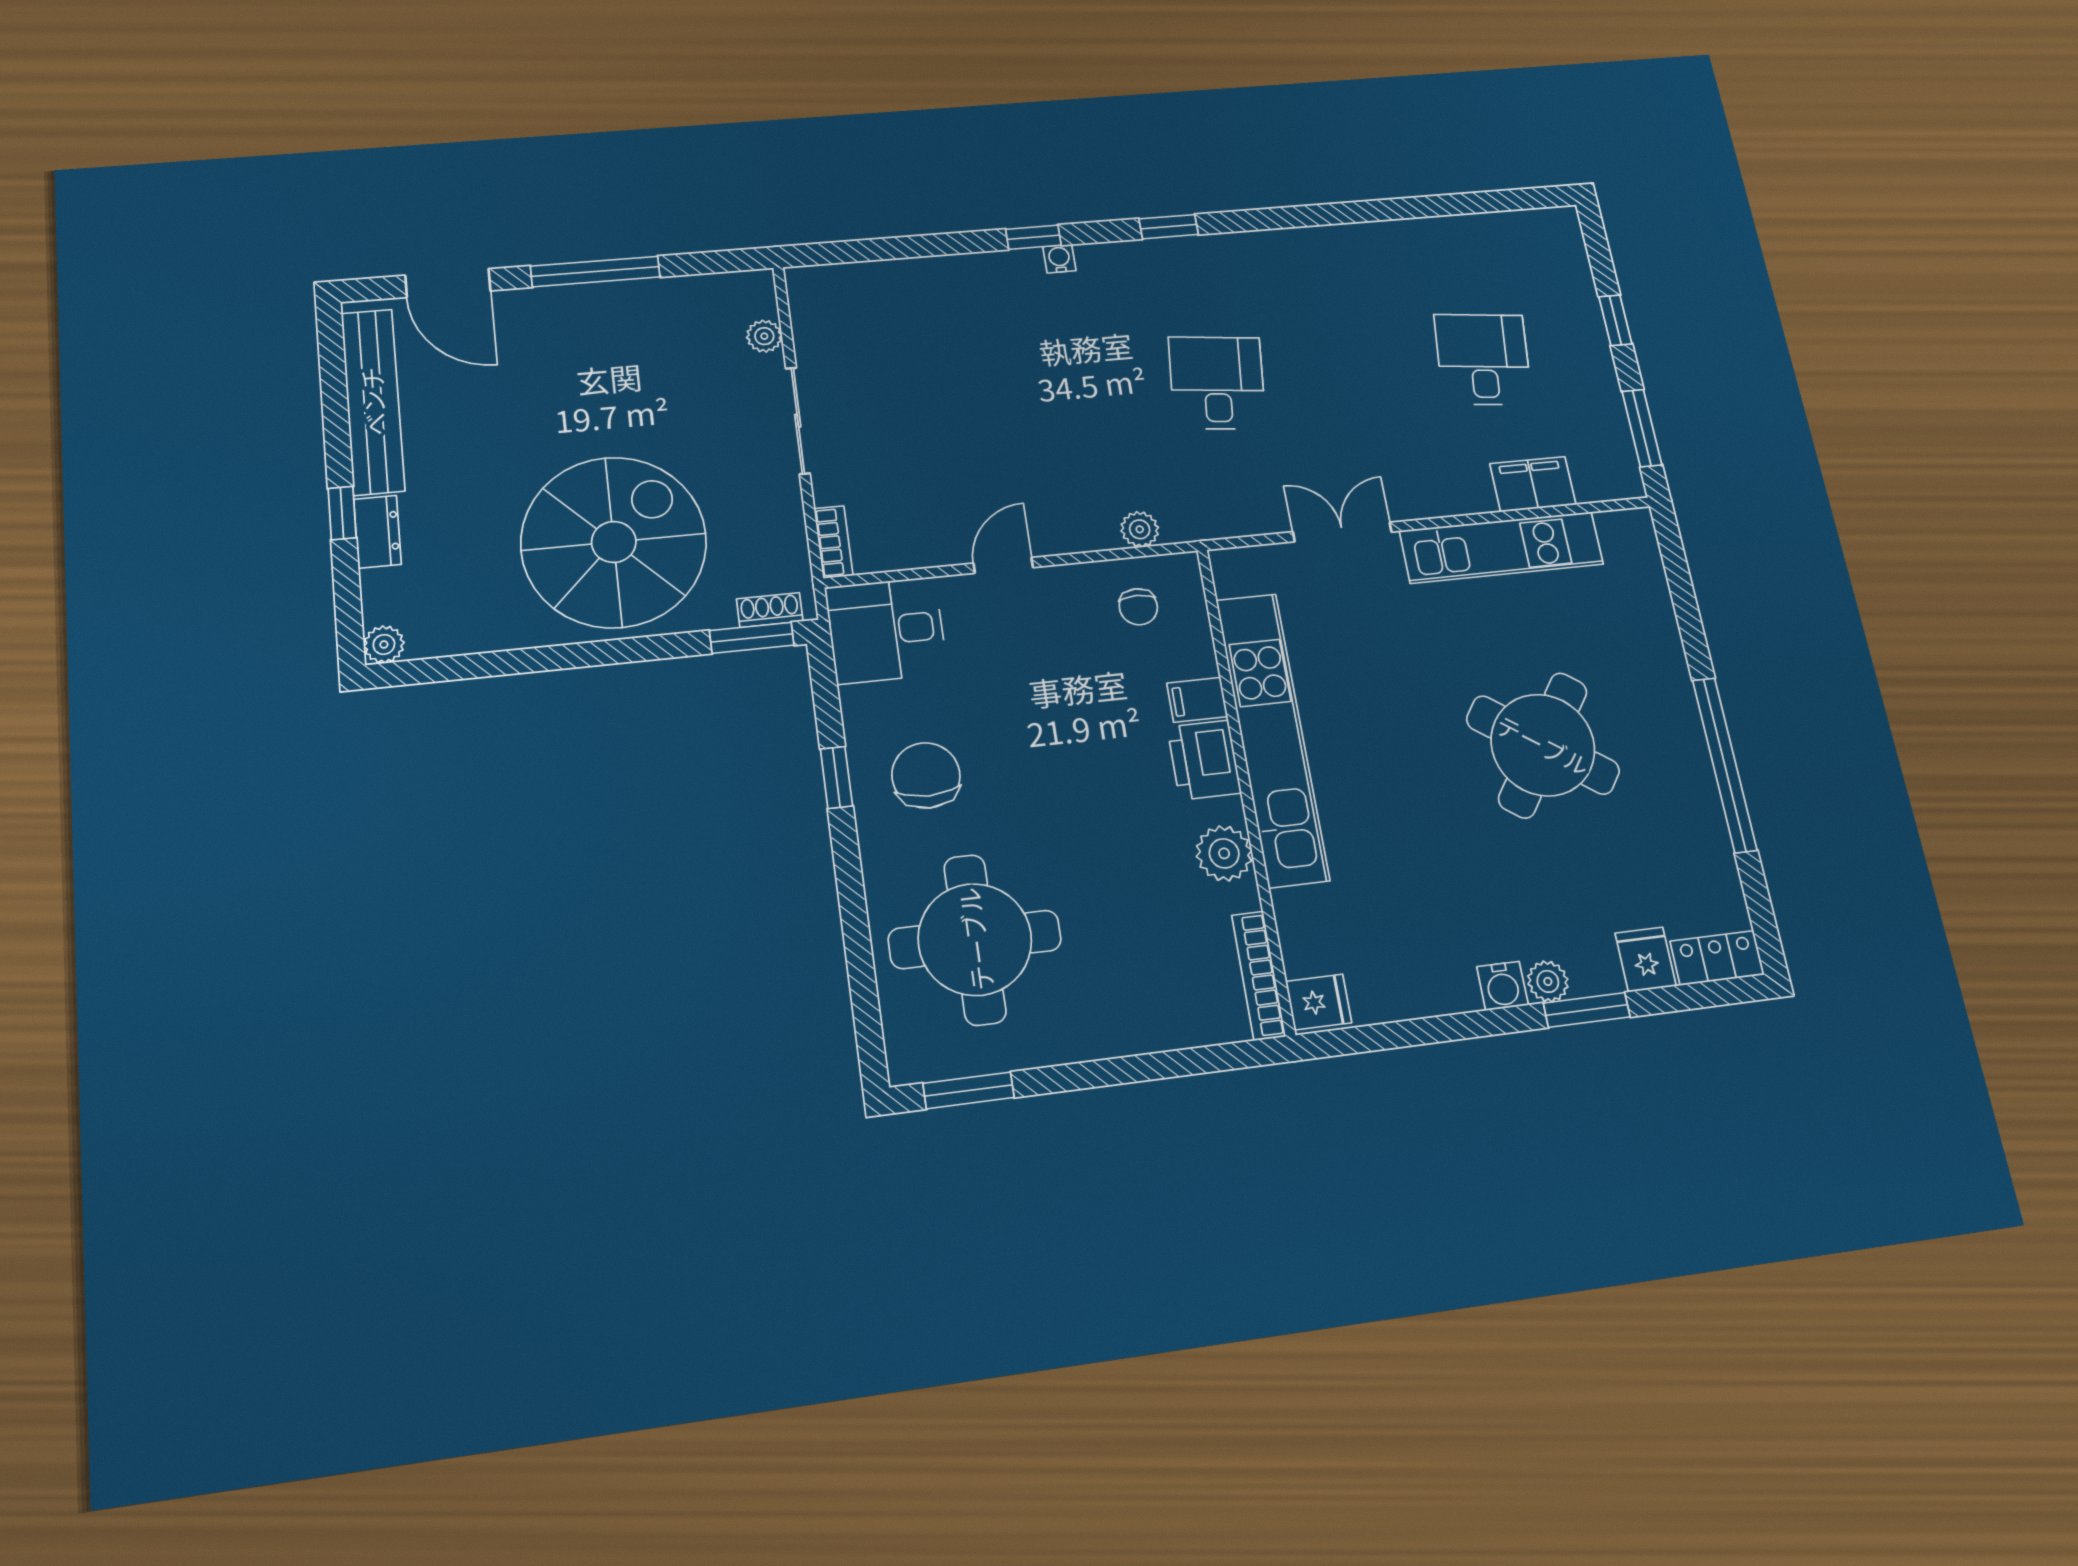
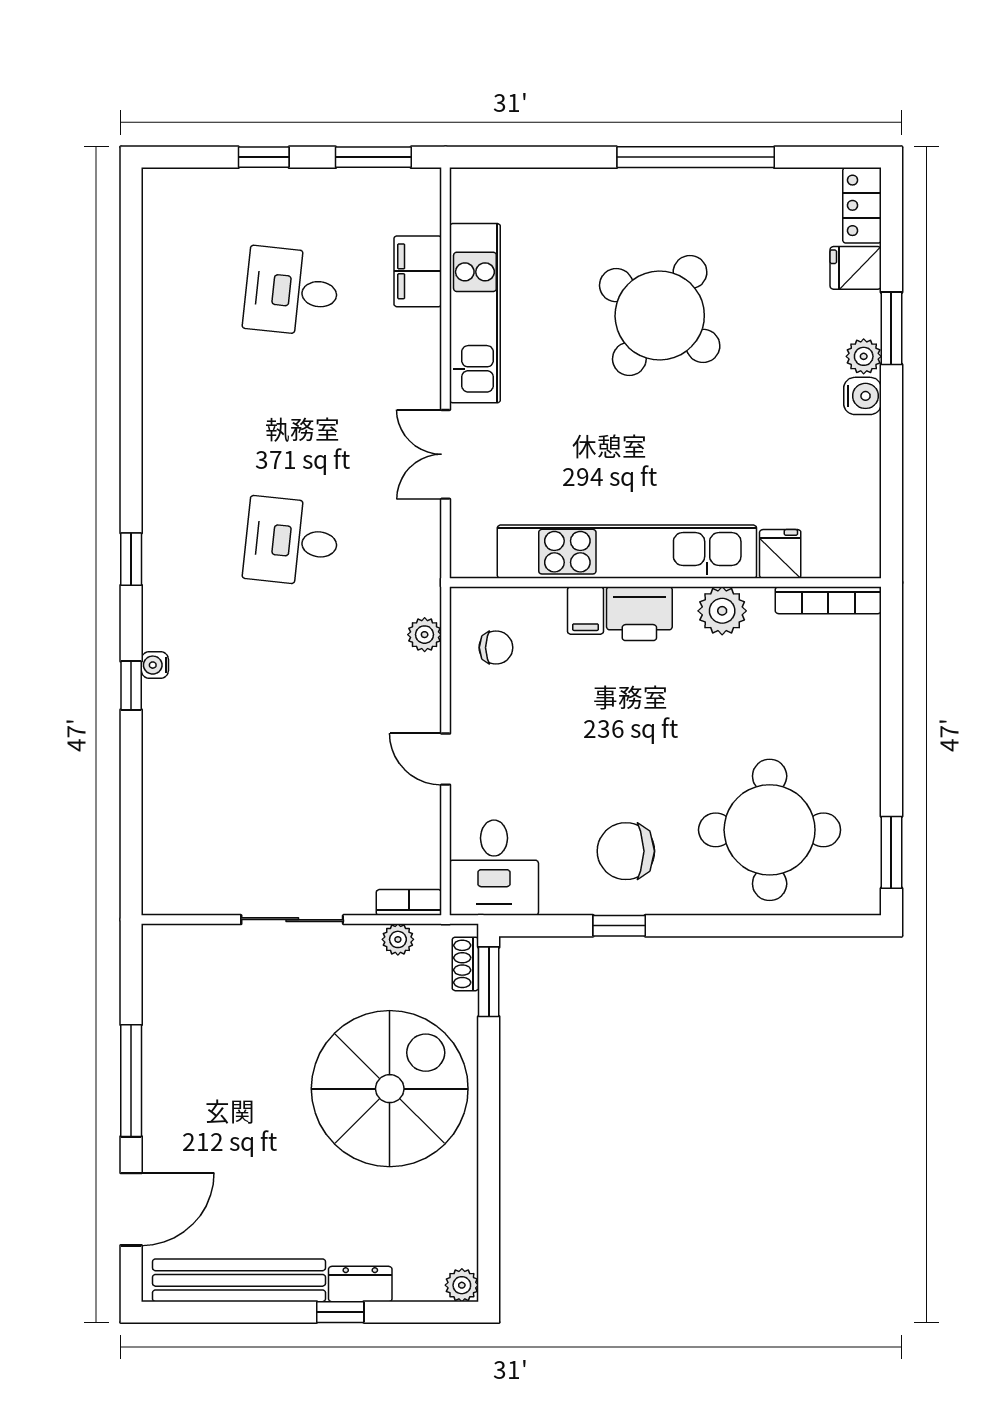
plant: (764, 336) -> (398, 939), moved
spiral stairs: (614, 542) -> (390, 1089), turned 90
fridge: (1319, 1002) -> (780, 554), moved

